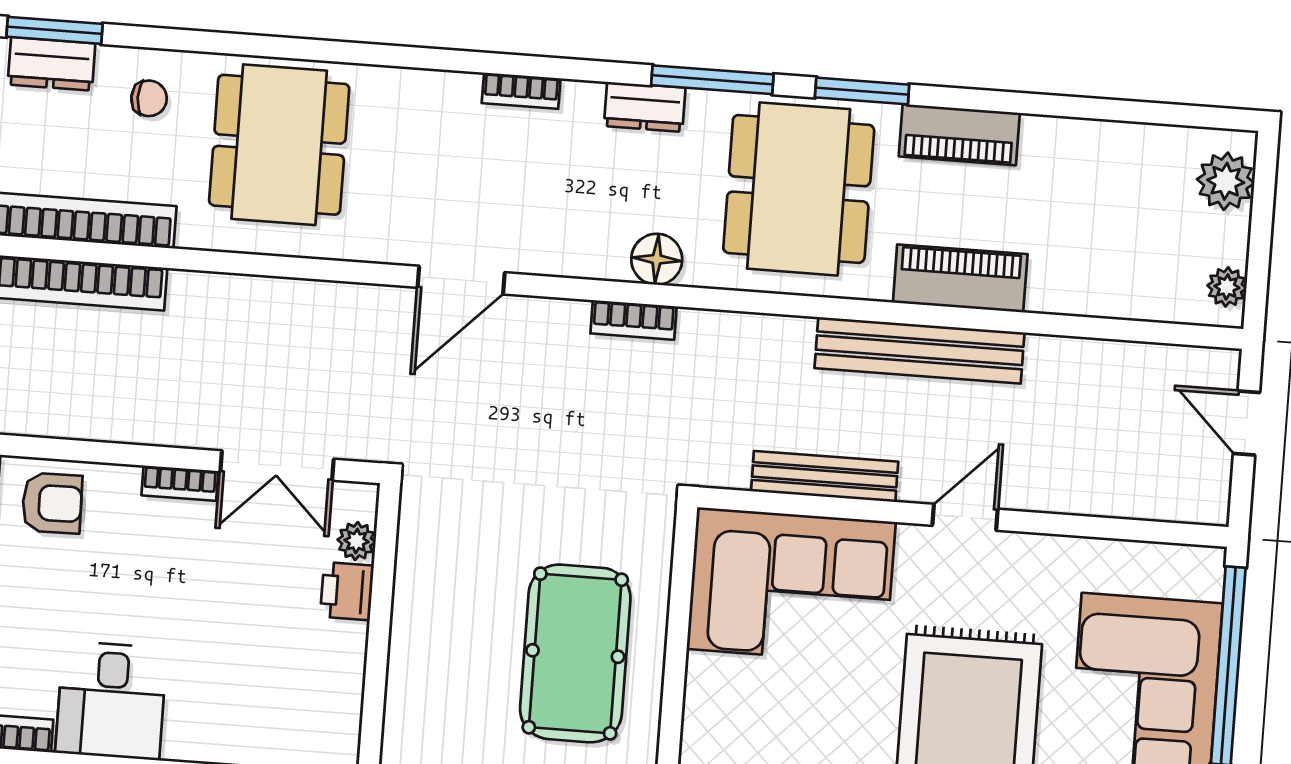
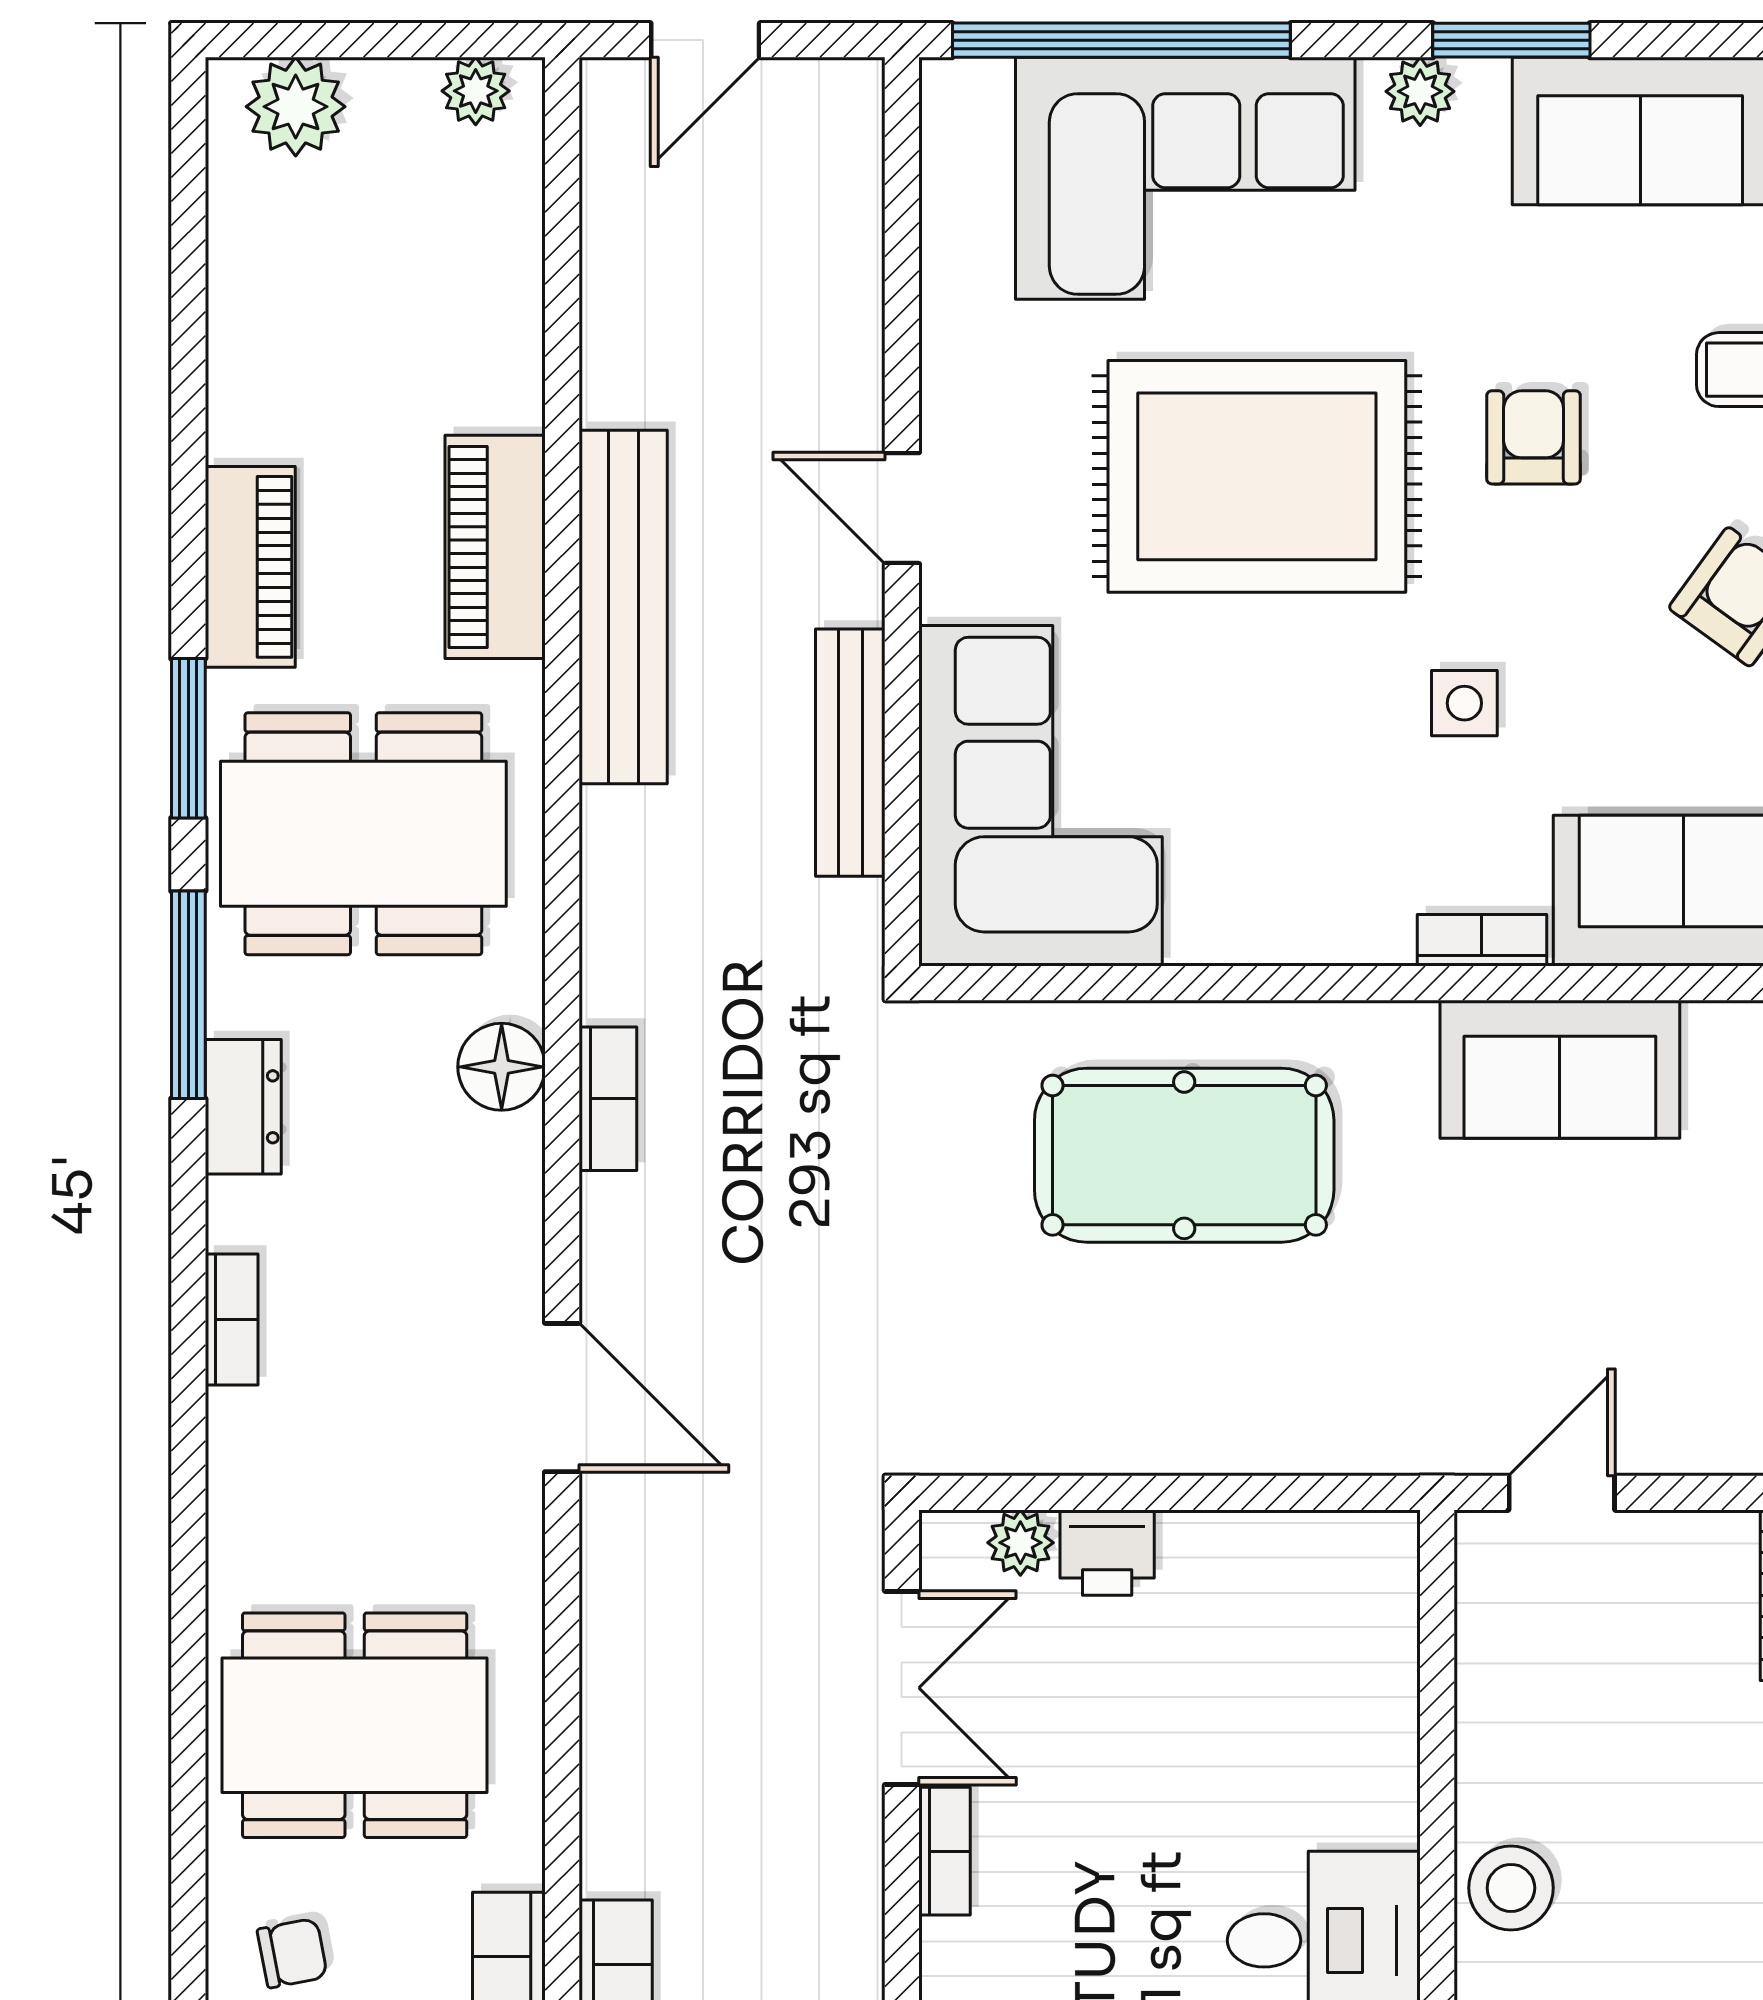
chair: (149, 98) -> (292, 1953), turned 79

